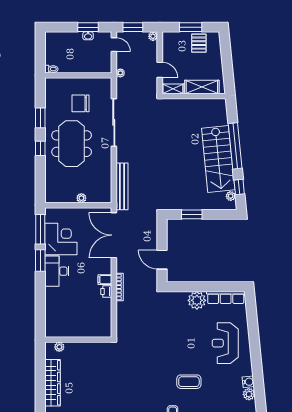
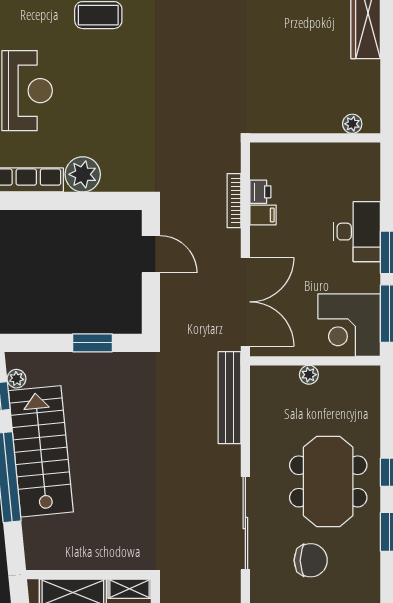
corner desk: (61, 239) -> (349, 325), moved
wall: (78, 340) -> (315, 138), moved
plant: (59, 347) -> (352, 124), moved

